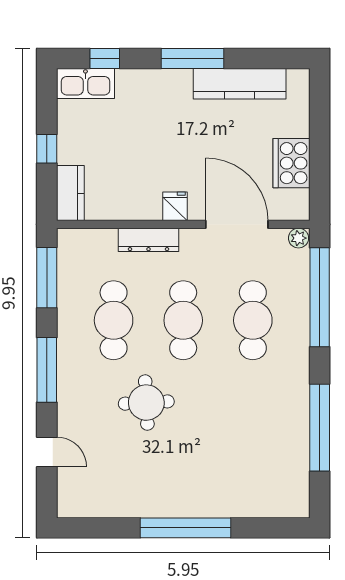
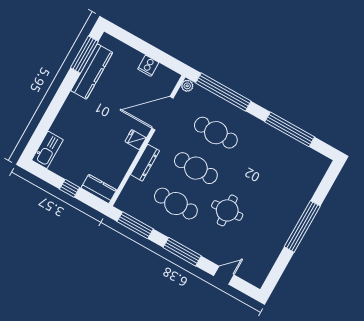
window: (105, 59) -> (40, 133), removed
window: (192, 59) -> (84, 55), moved
cooker: (291, 163) -> (148, 66), width x0.53, depth x0.76

